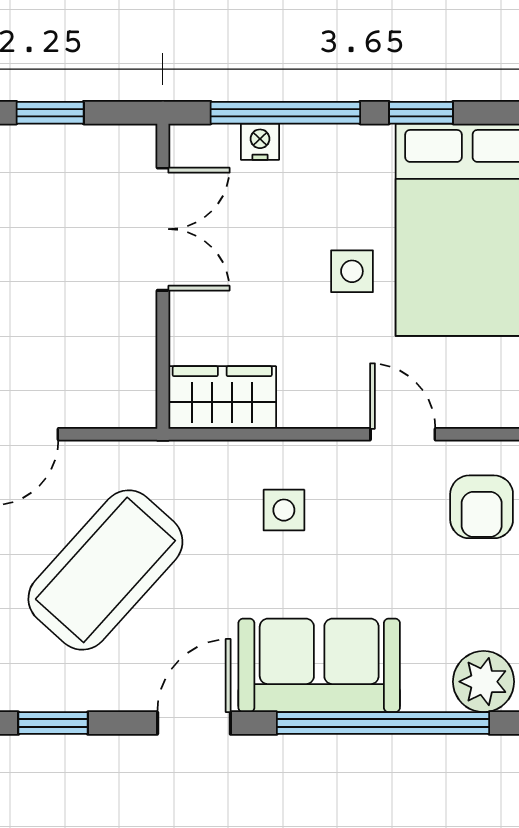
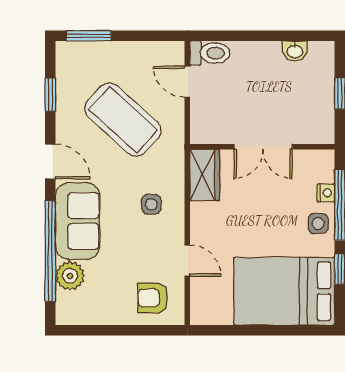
double door: (163, 229) -> (263, 147), moved
side table: (352, 271) -> (318, 223), moved
door: (403, 434) -> (187, 261), hinge flipped
plant: (484, 682) -> (70, 276), moved

